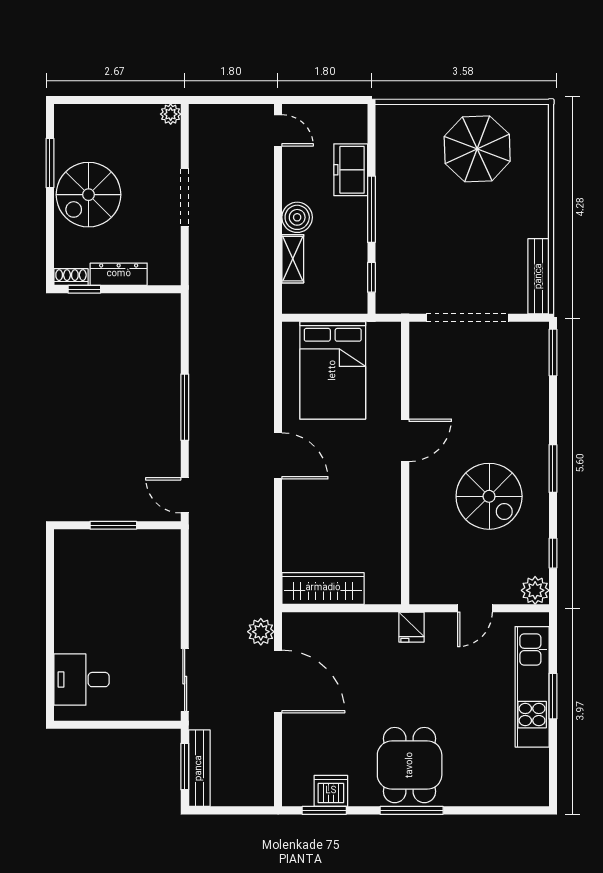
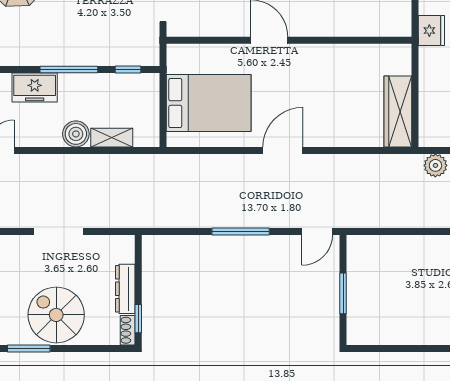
spiral stairs: (89, 195) -> (56, 315), turned 180
fridge: (411, 627) -> (431, 31), width x1.38

